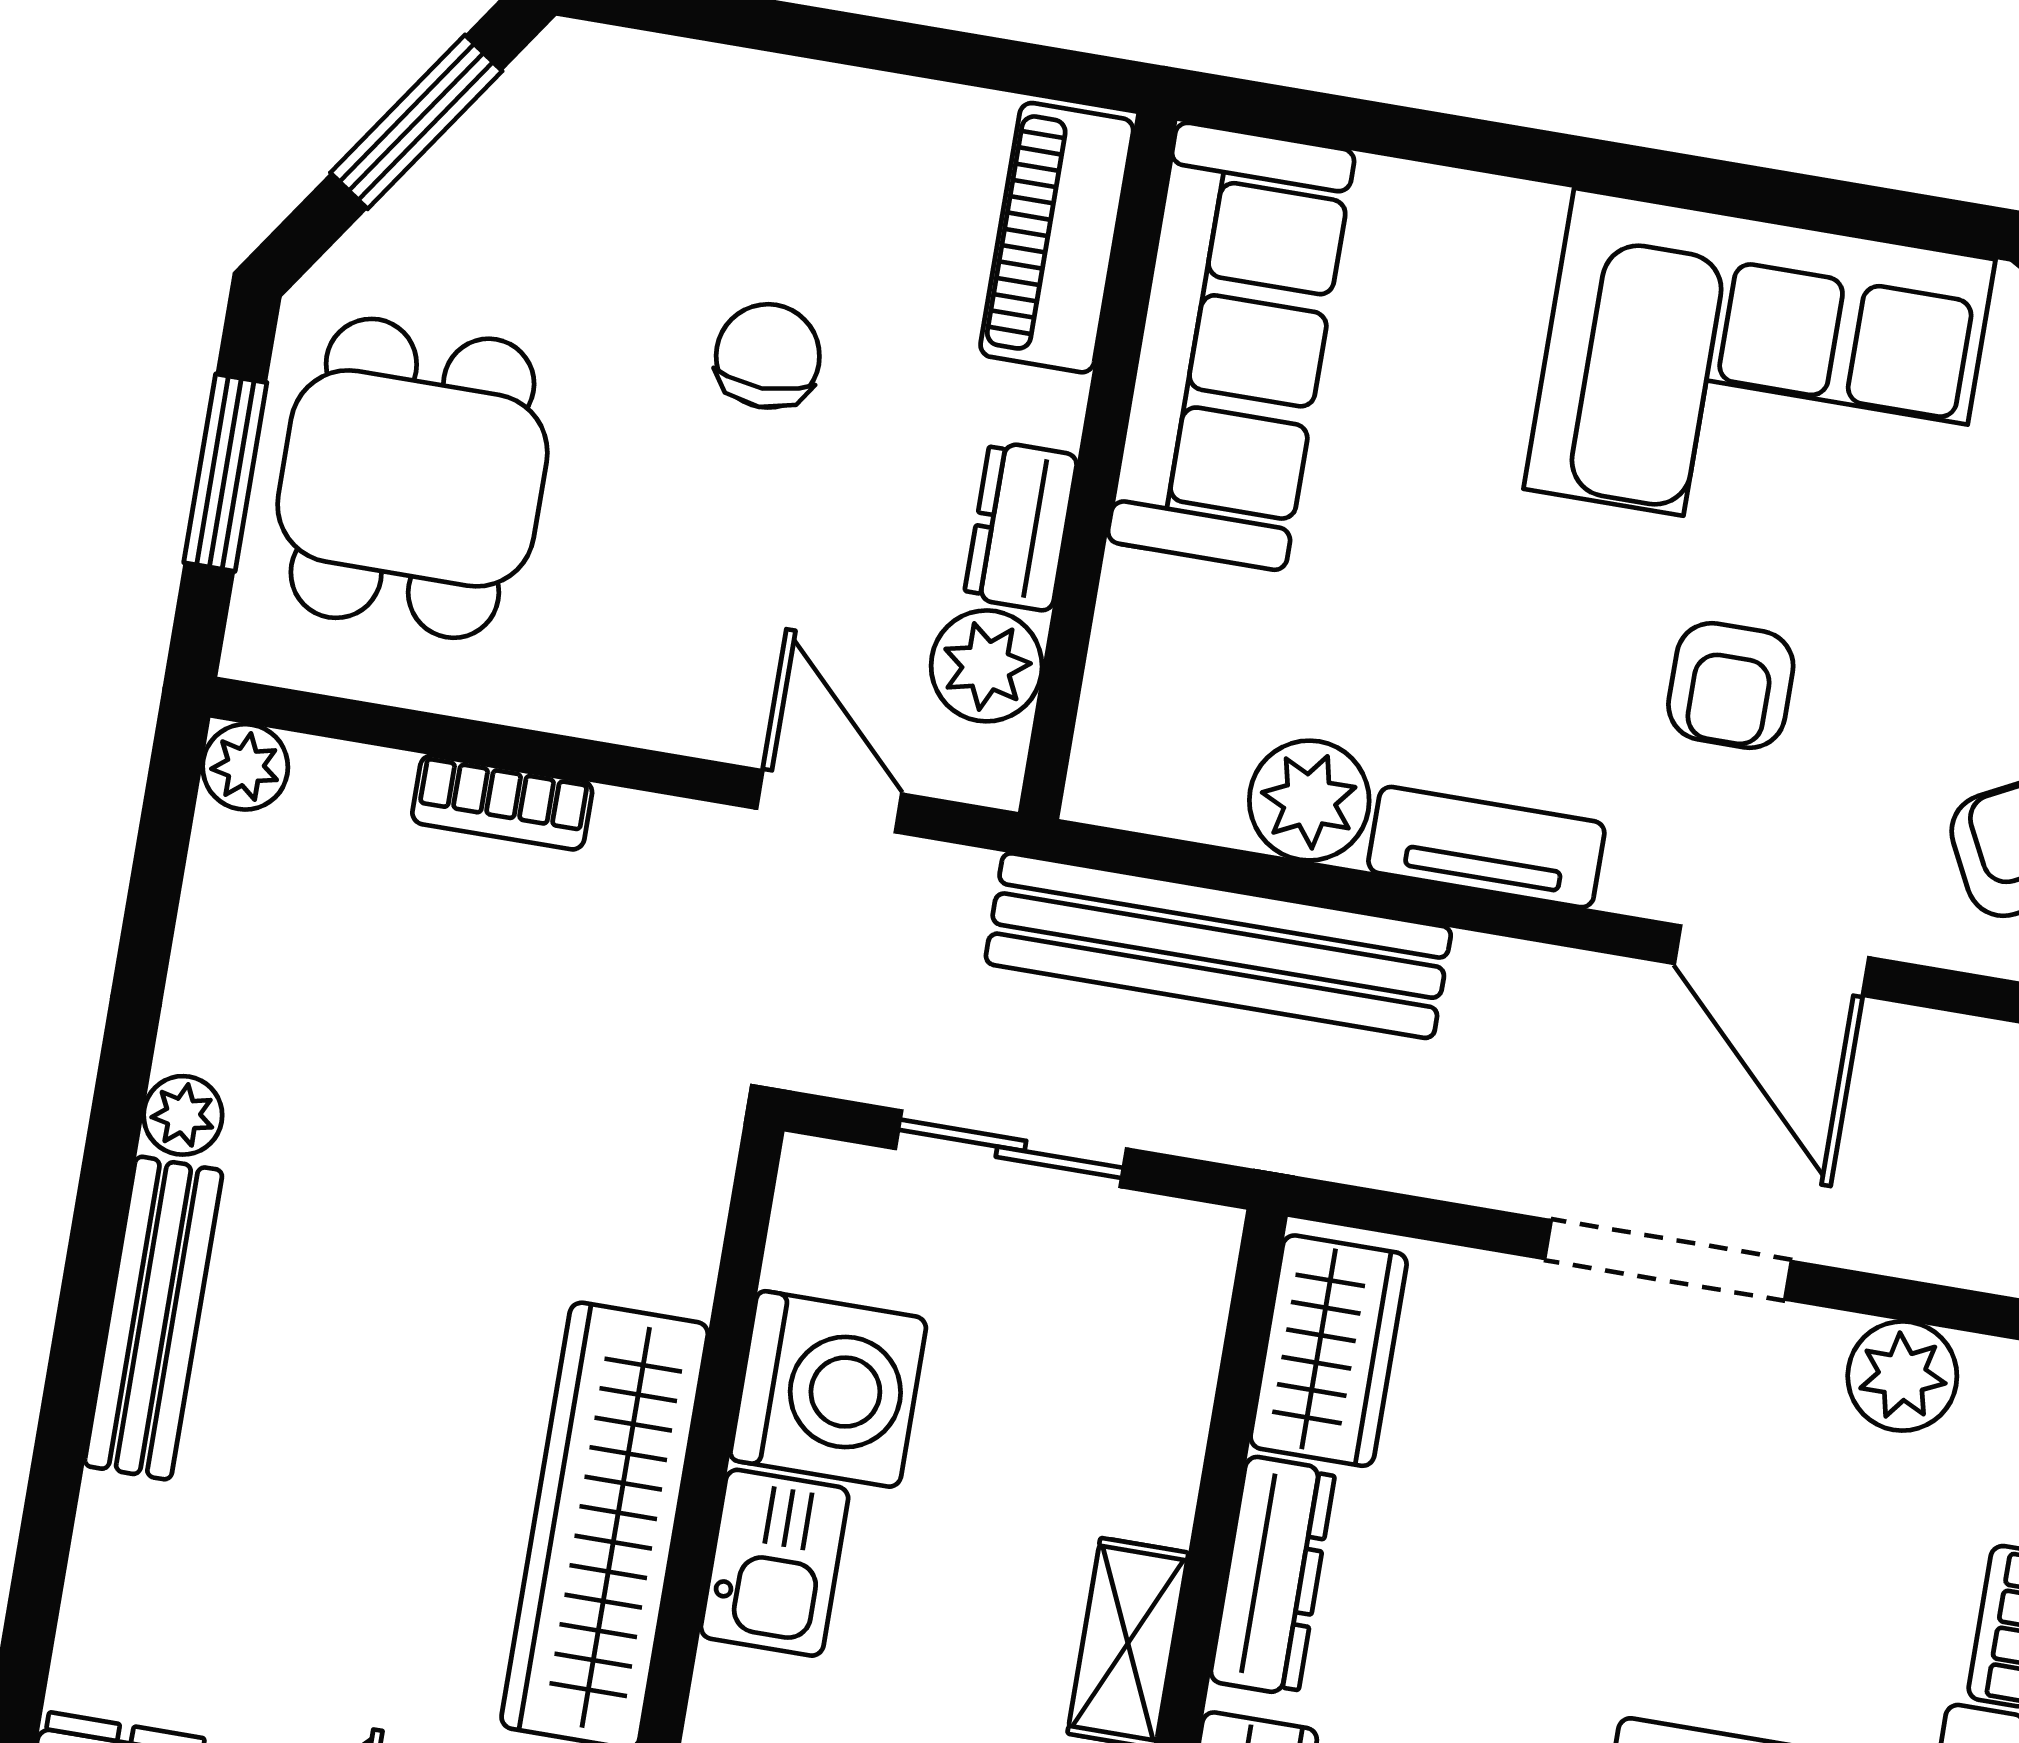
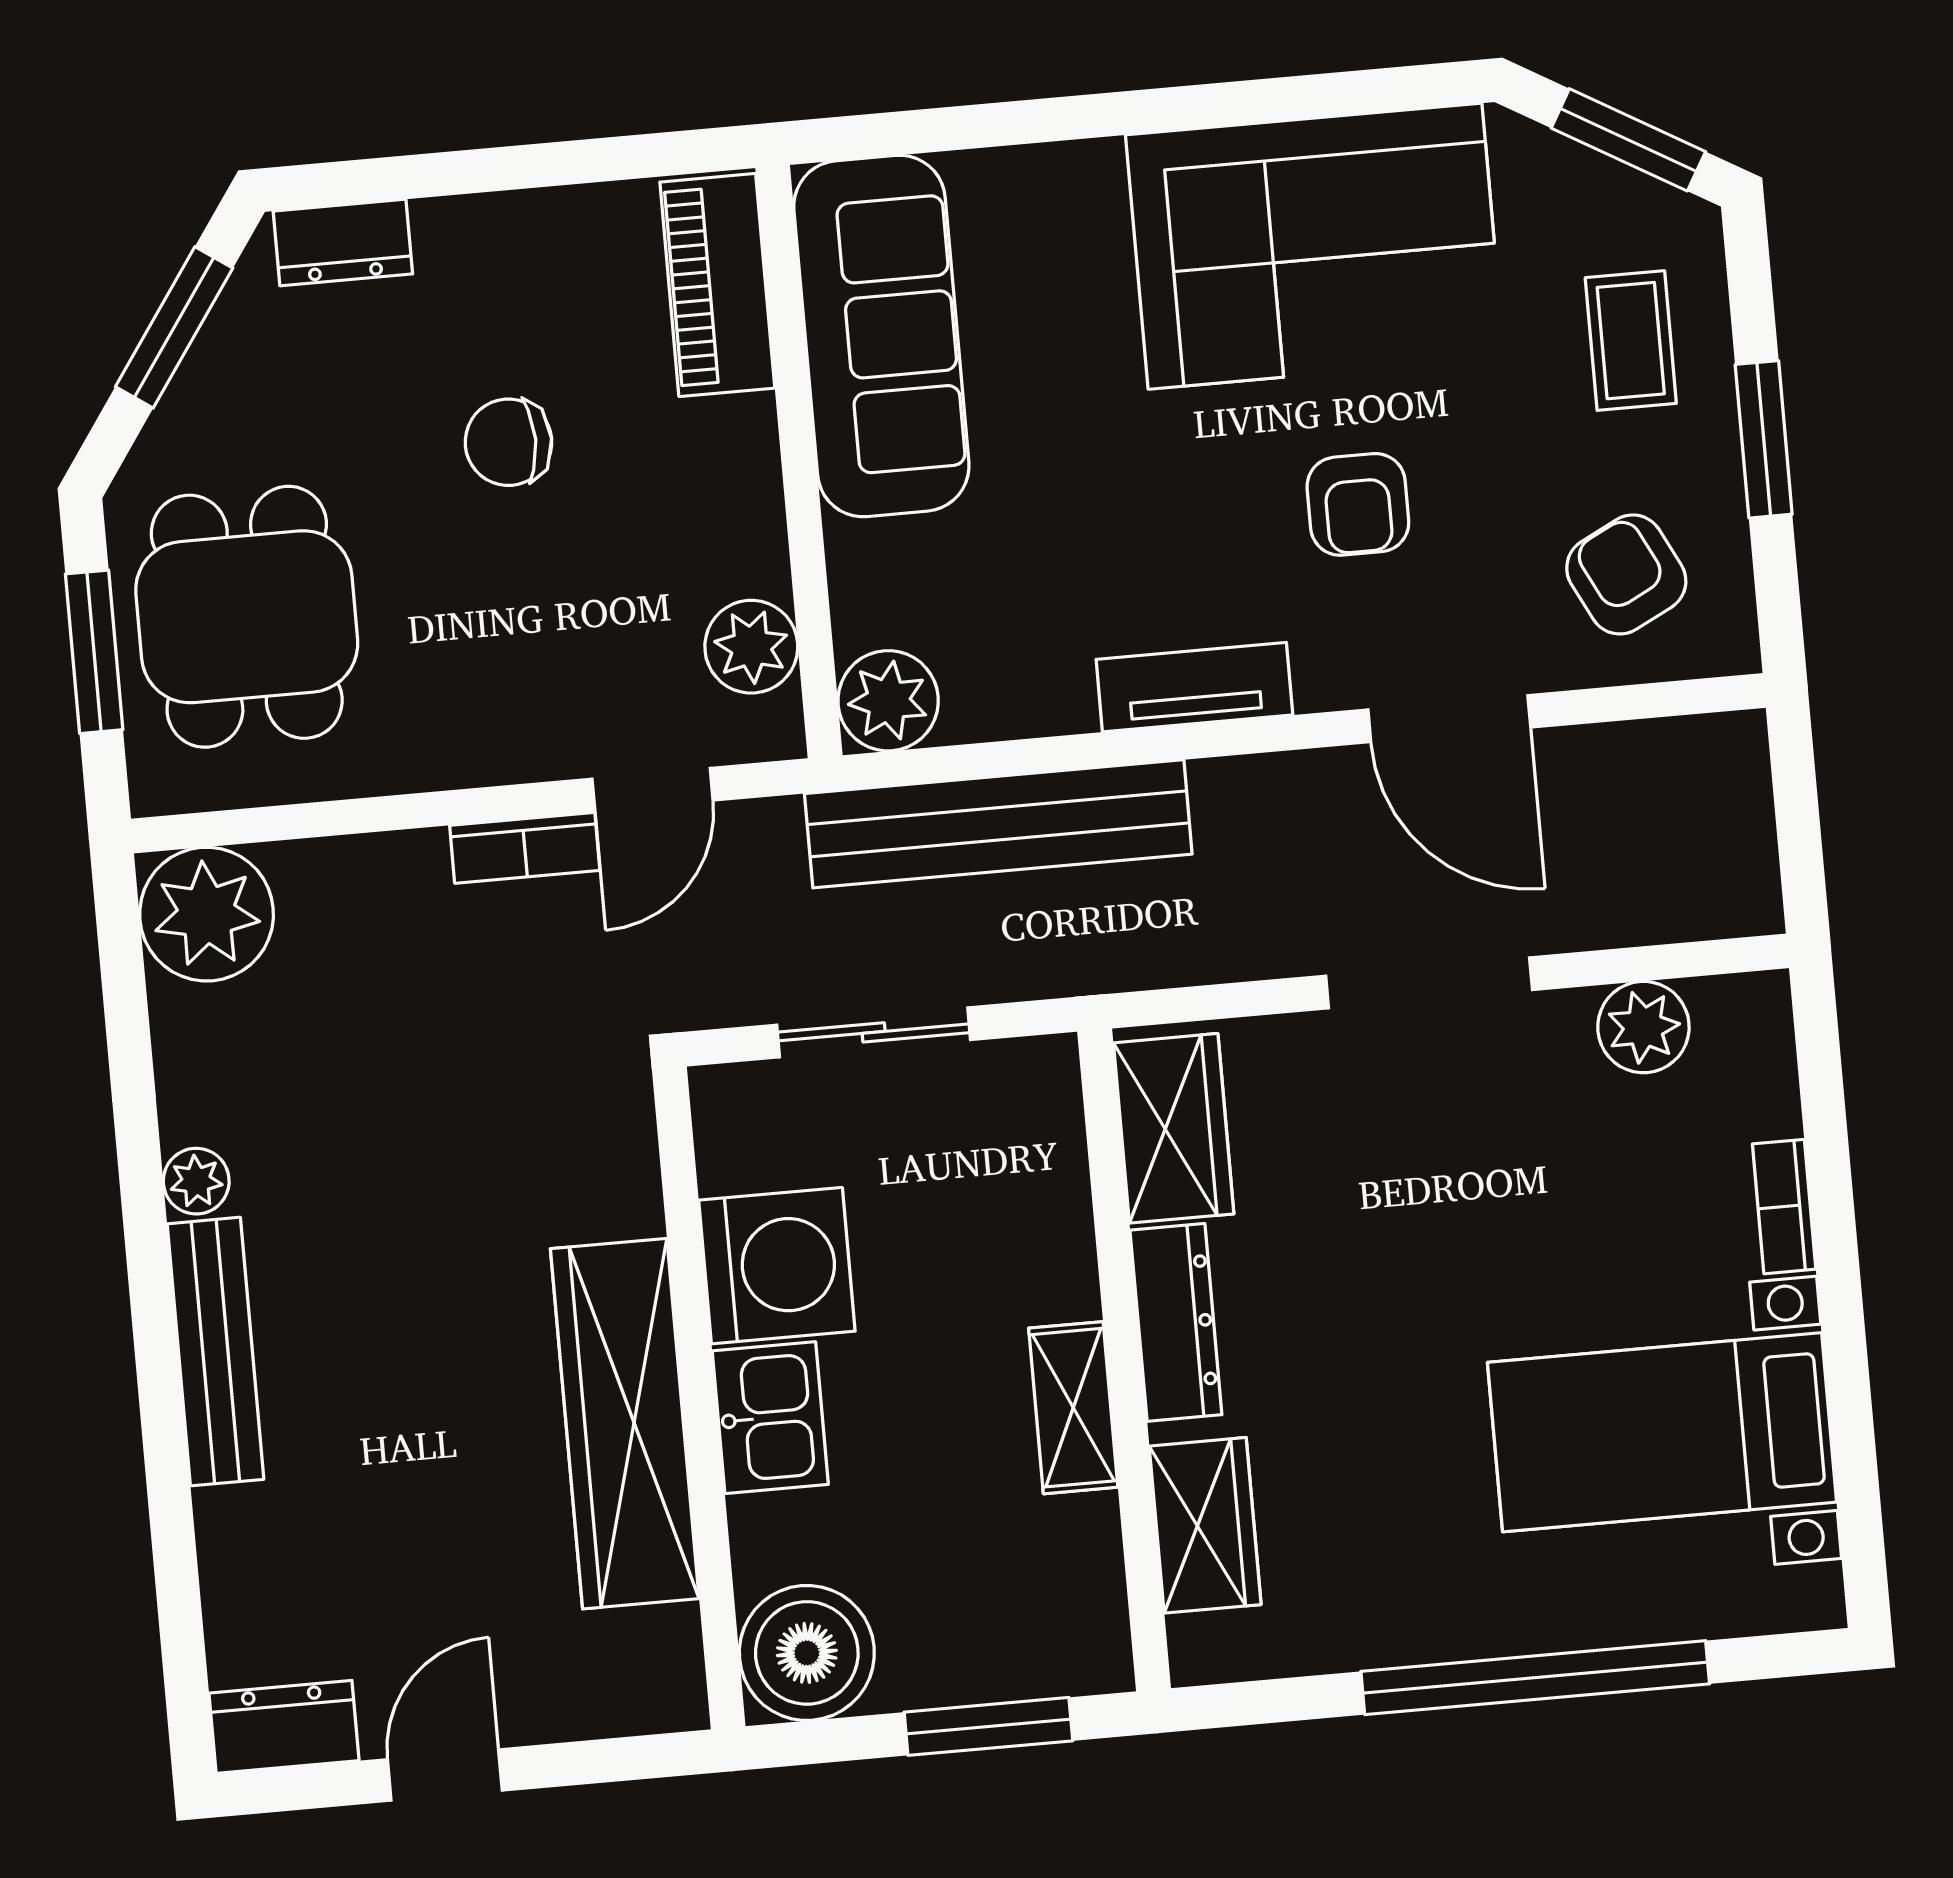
chair: (768, 356) -> (508, 442), turned -90
dresser: (1021, 526) -> (343, 242), moved, turned -90
plant: (245, 767) -> (207, 914), width x1.87, depth x1.87
plant: (1309, 800) -> (888, 701), moved
door: (829, 801) -> (653, 790), swing flipped
bookcase: (502, 802) -> (525, 848), moved

